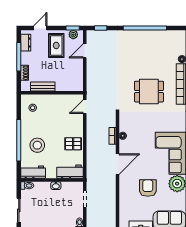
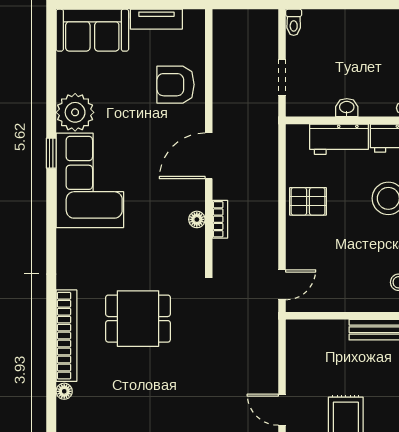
door: (85, 51) -> (282, 410), swing flipped
workbench: (70, 172) -> (339, 139), moved
armchair: (148, 188) -> (176, 85), moved, turned 90

